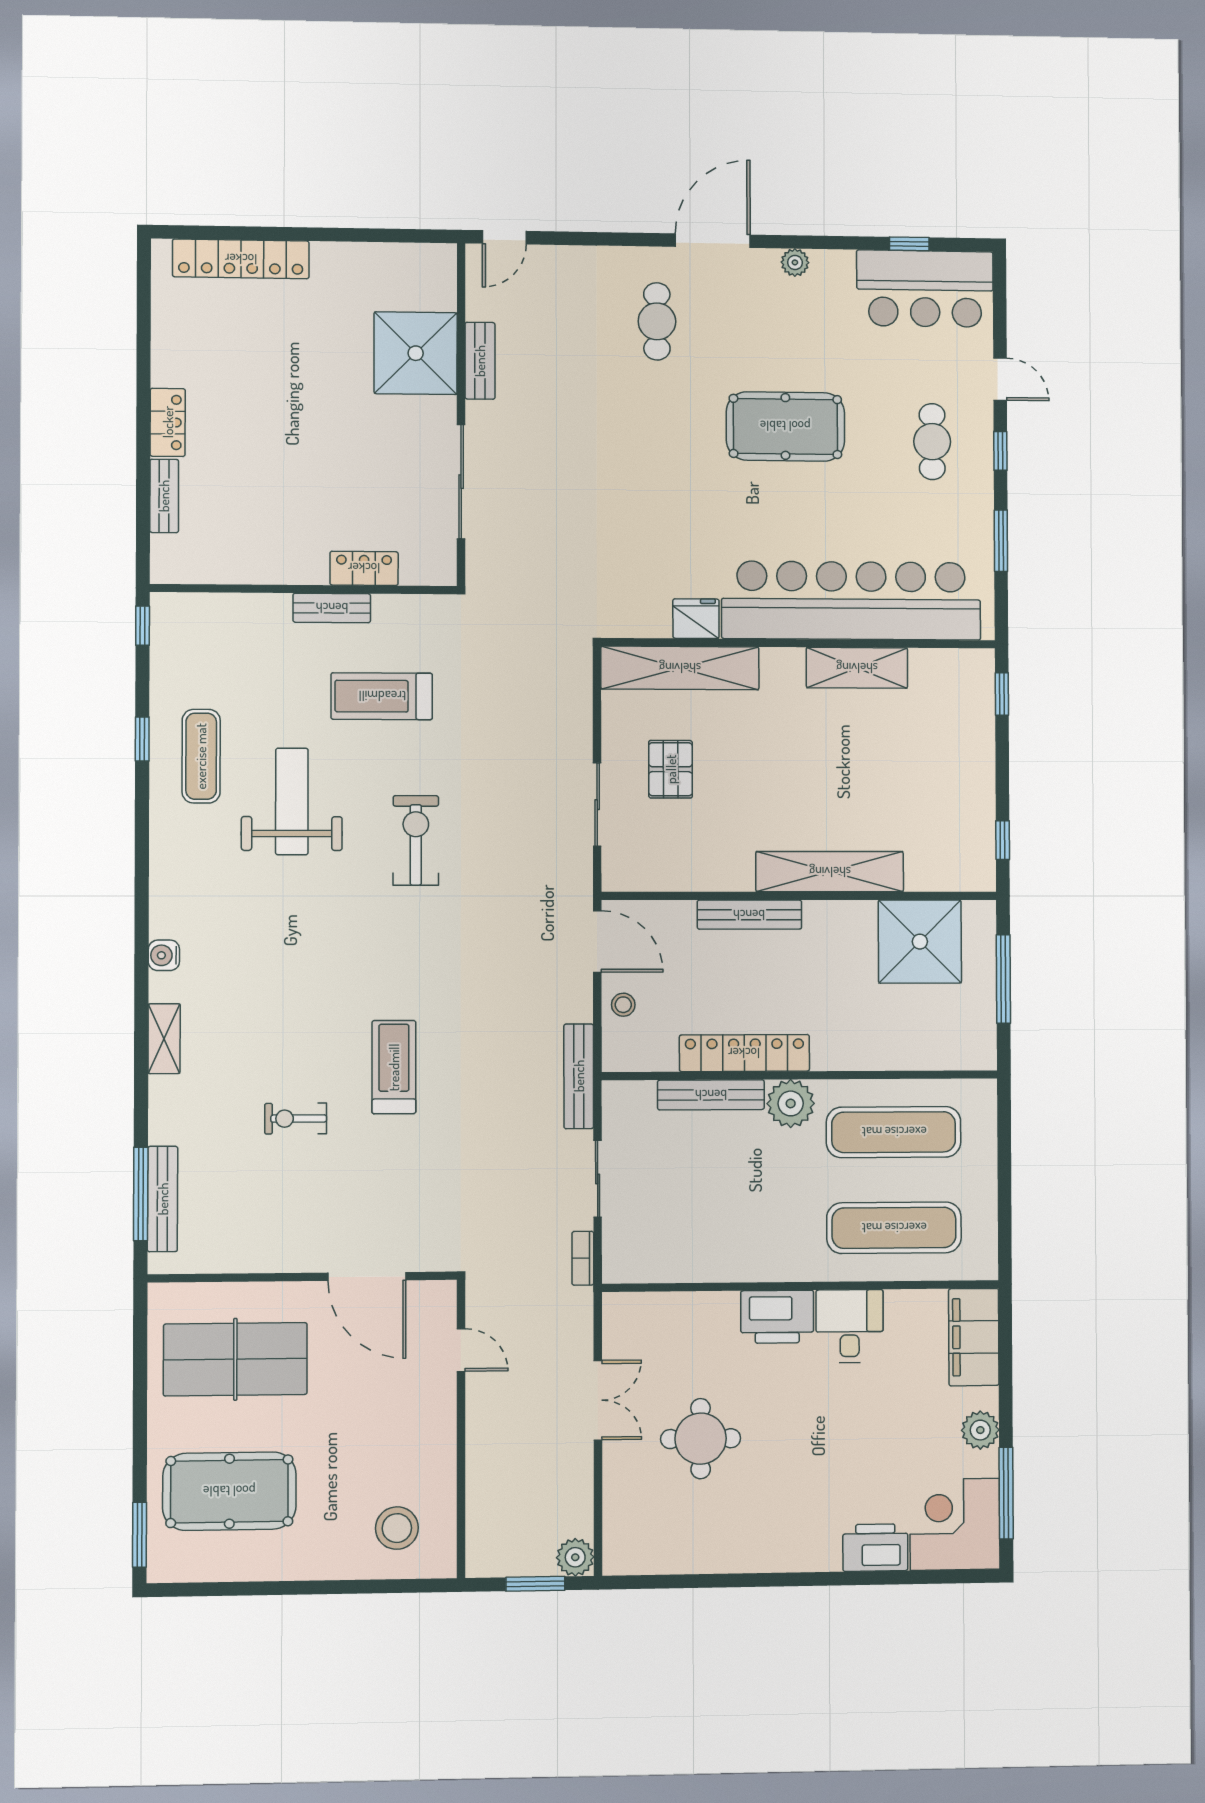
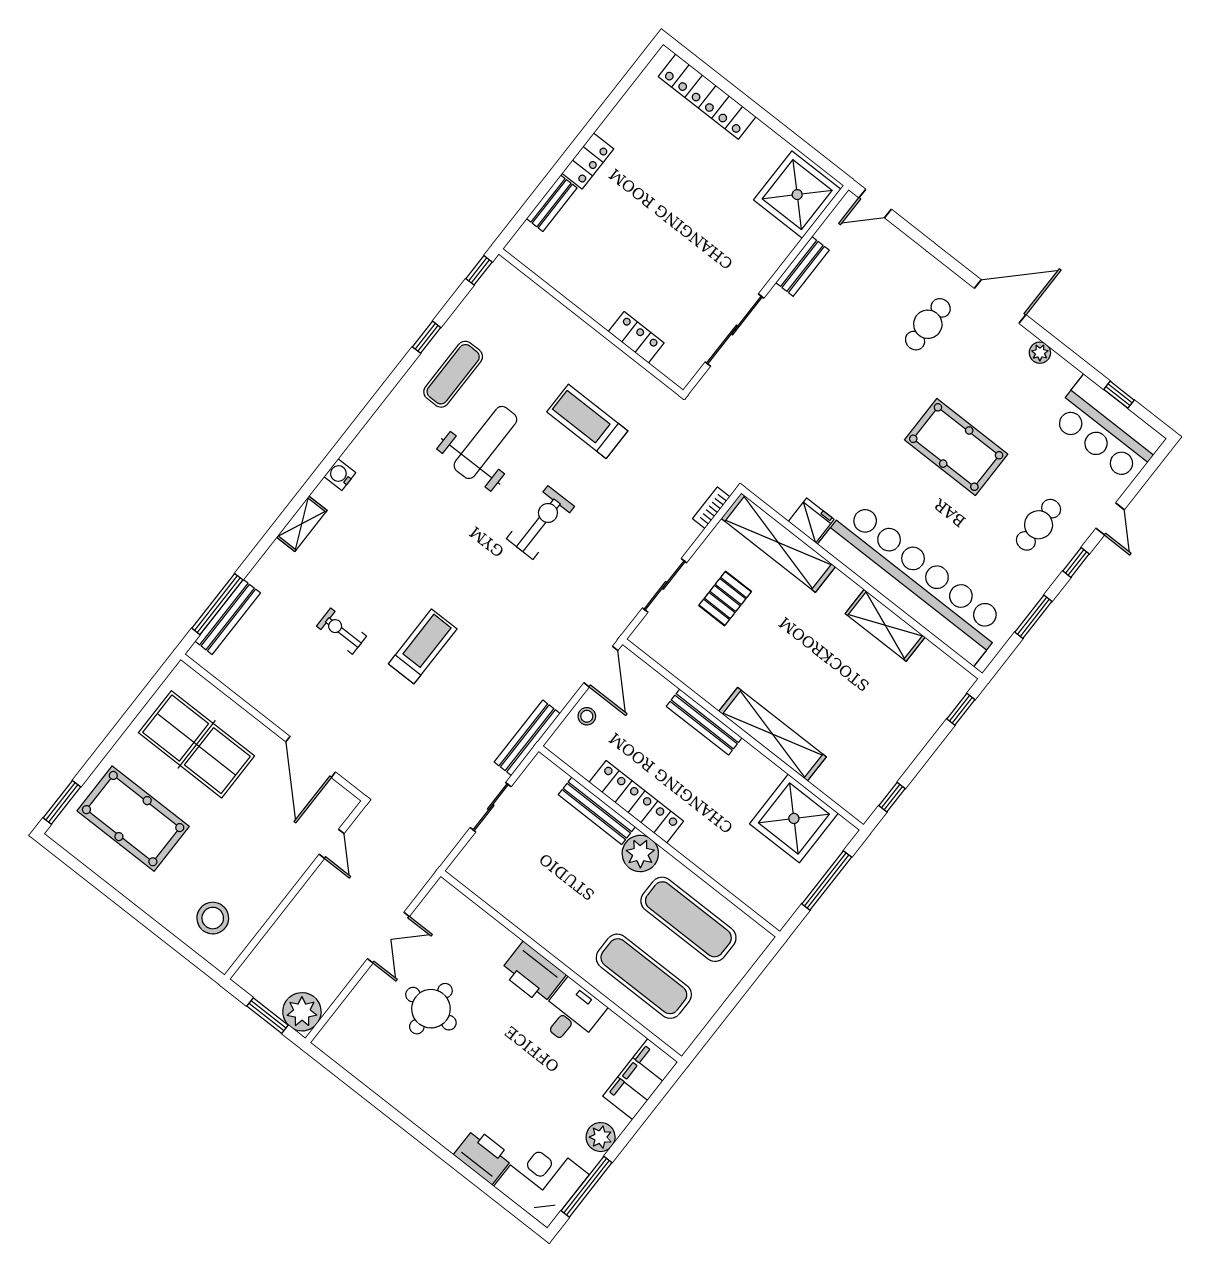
shower: (416, 353) -> (797, 195), moved
bench: (332, 608) -> (599, 346), removed
bookcase: (583, 1258) -> (711, 508), moved
plant: (575, 1557) -> (302, 1012), width x1.36, depth x1.36

